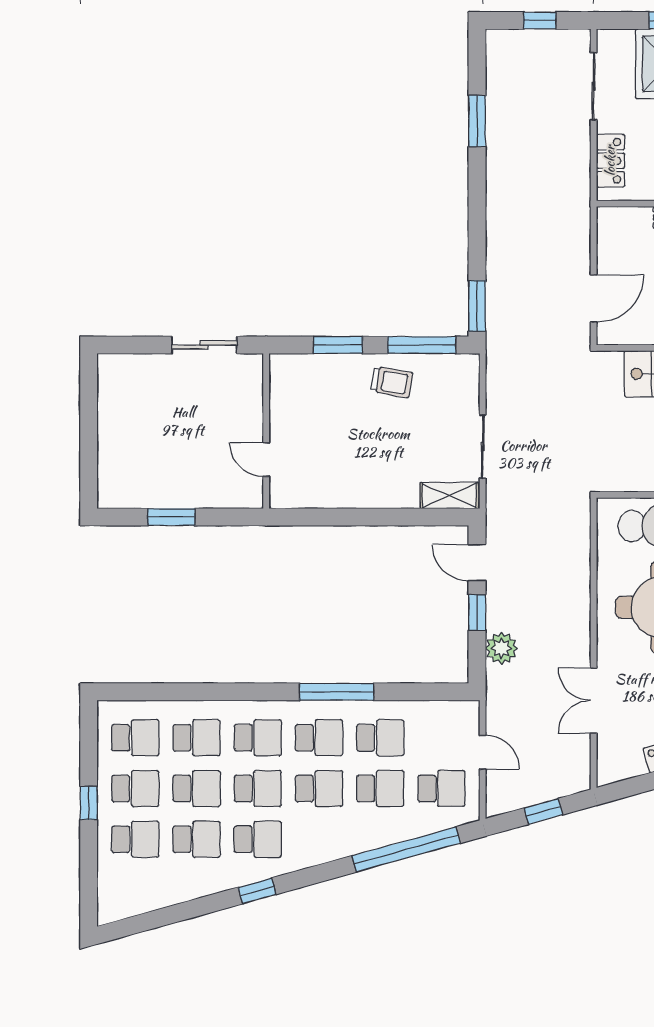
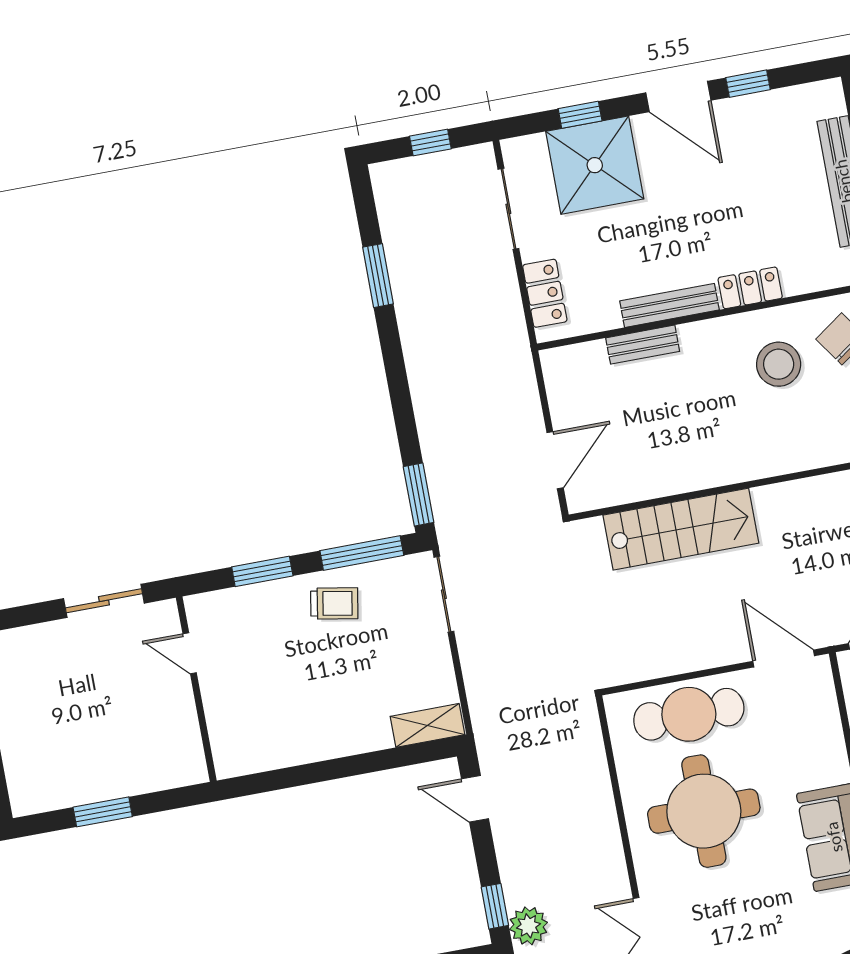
sliding door: (483, 447) -> (444, 594), moved
door: (266, 460) -> (190, 653), moved
window: (477, 613) -> (495, 906), moved
plant: (501, 648) -> (528, 926), moved

